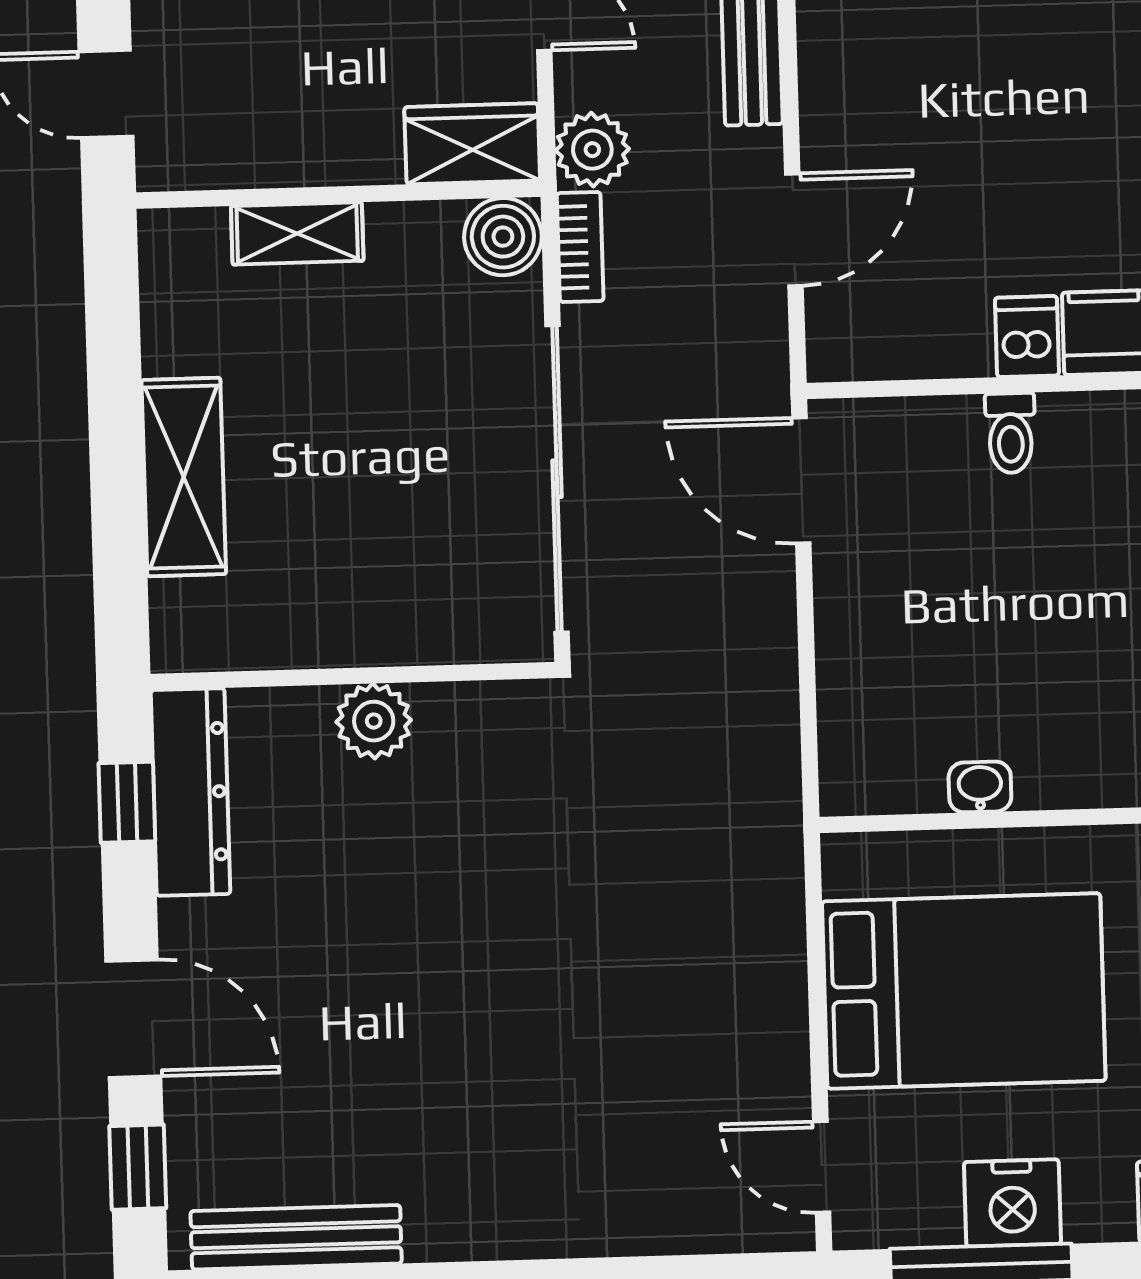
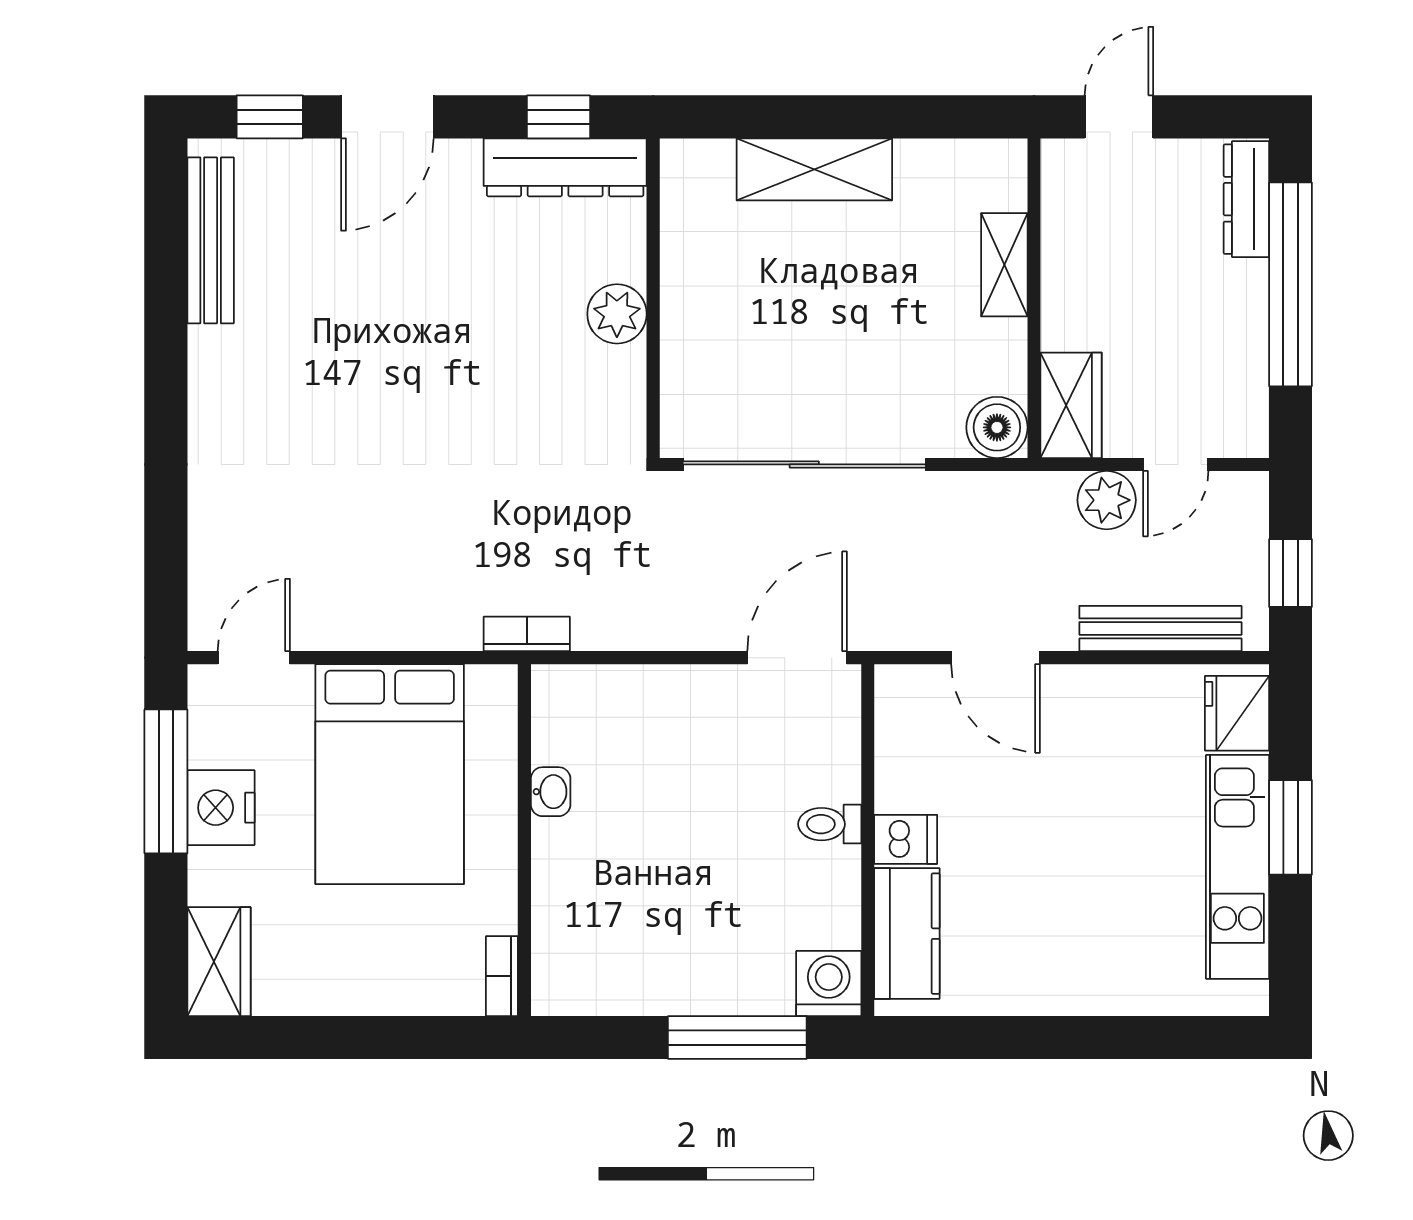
plant: (592, 150) -> (1107, 500), moved
bookcase: (580, 247) -> (527, 634), moved, turned 180

